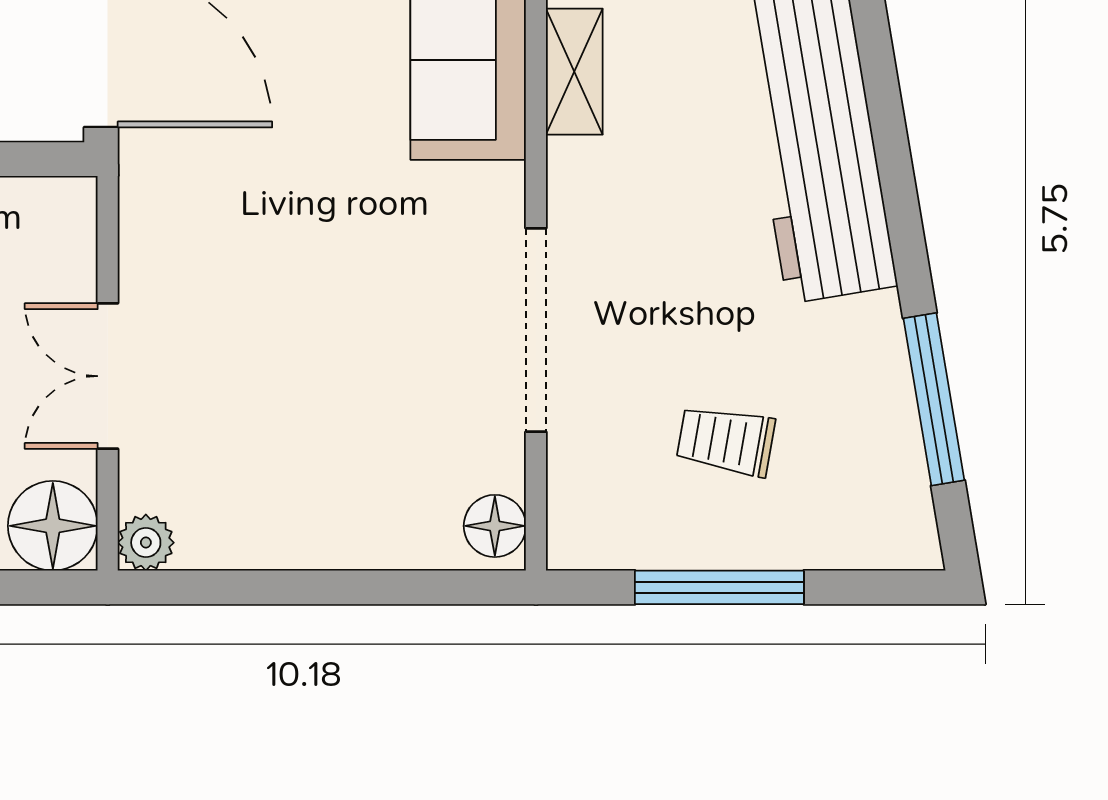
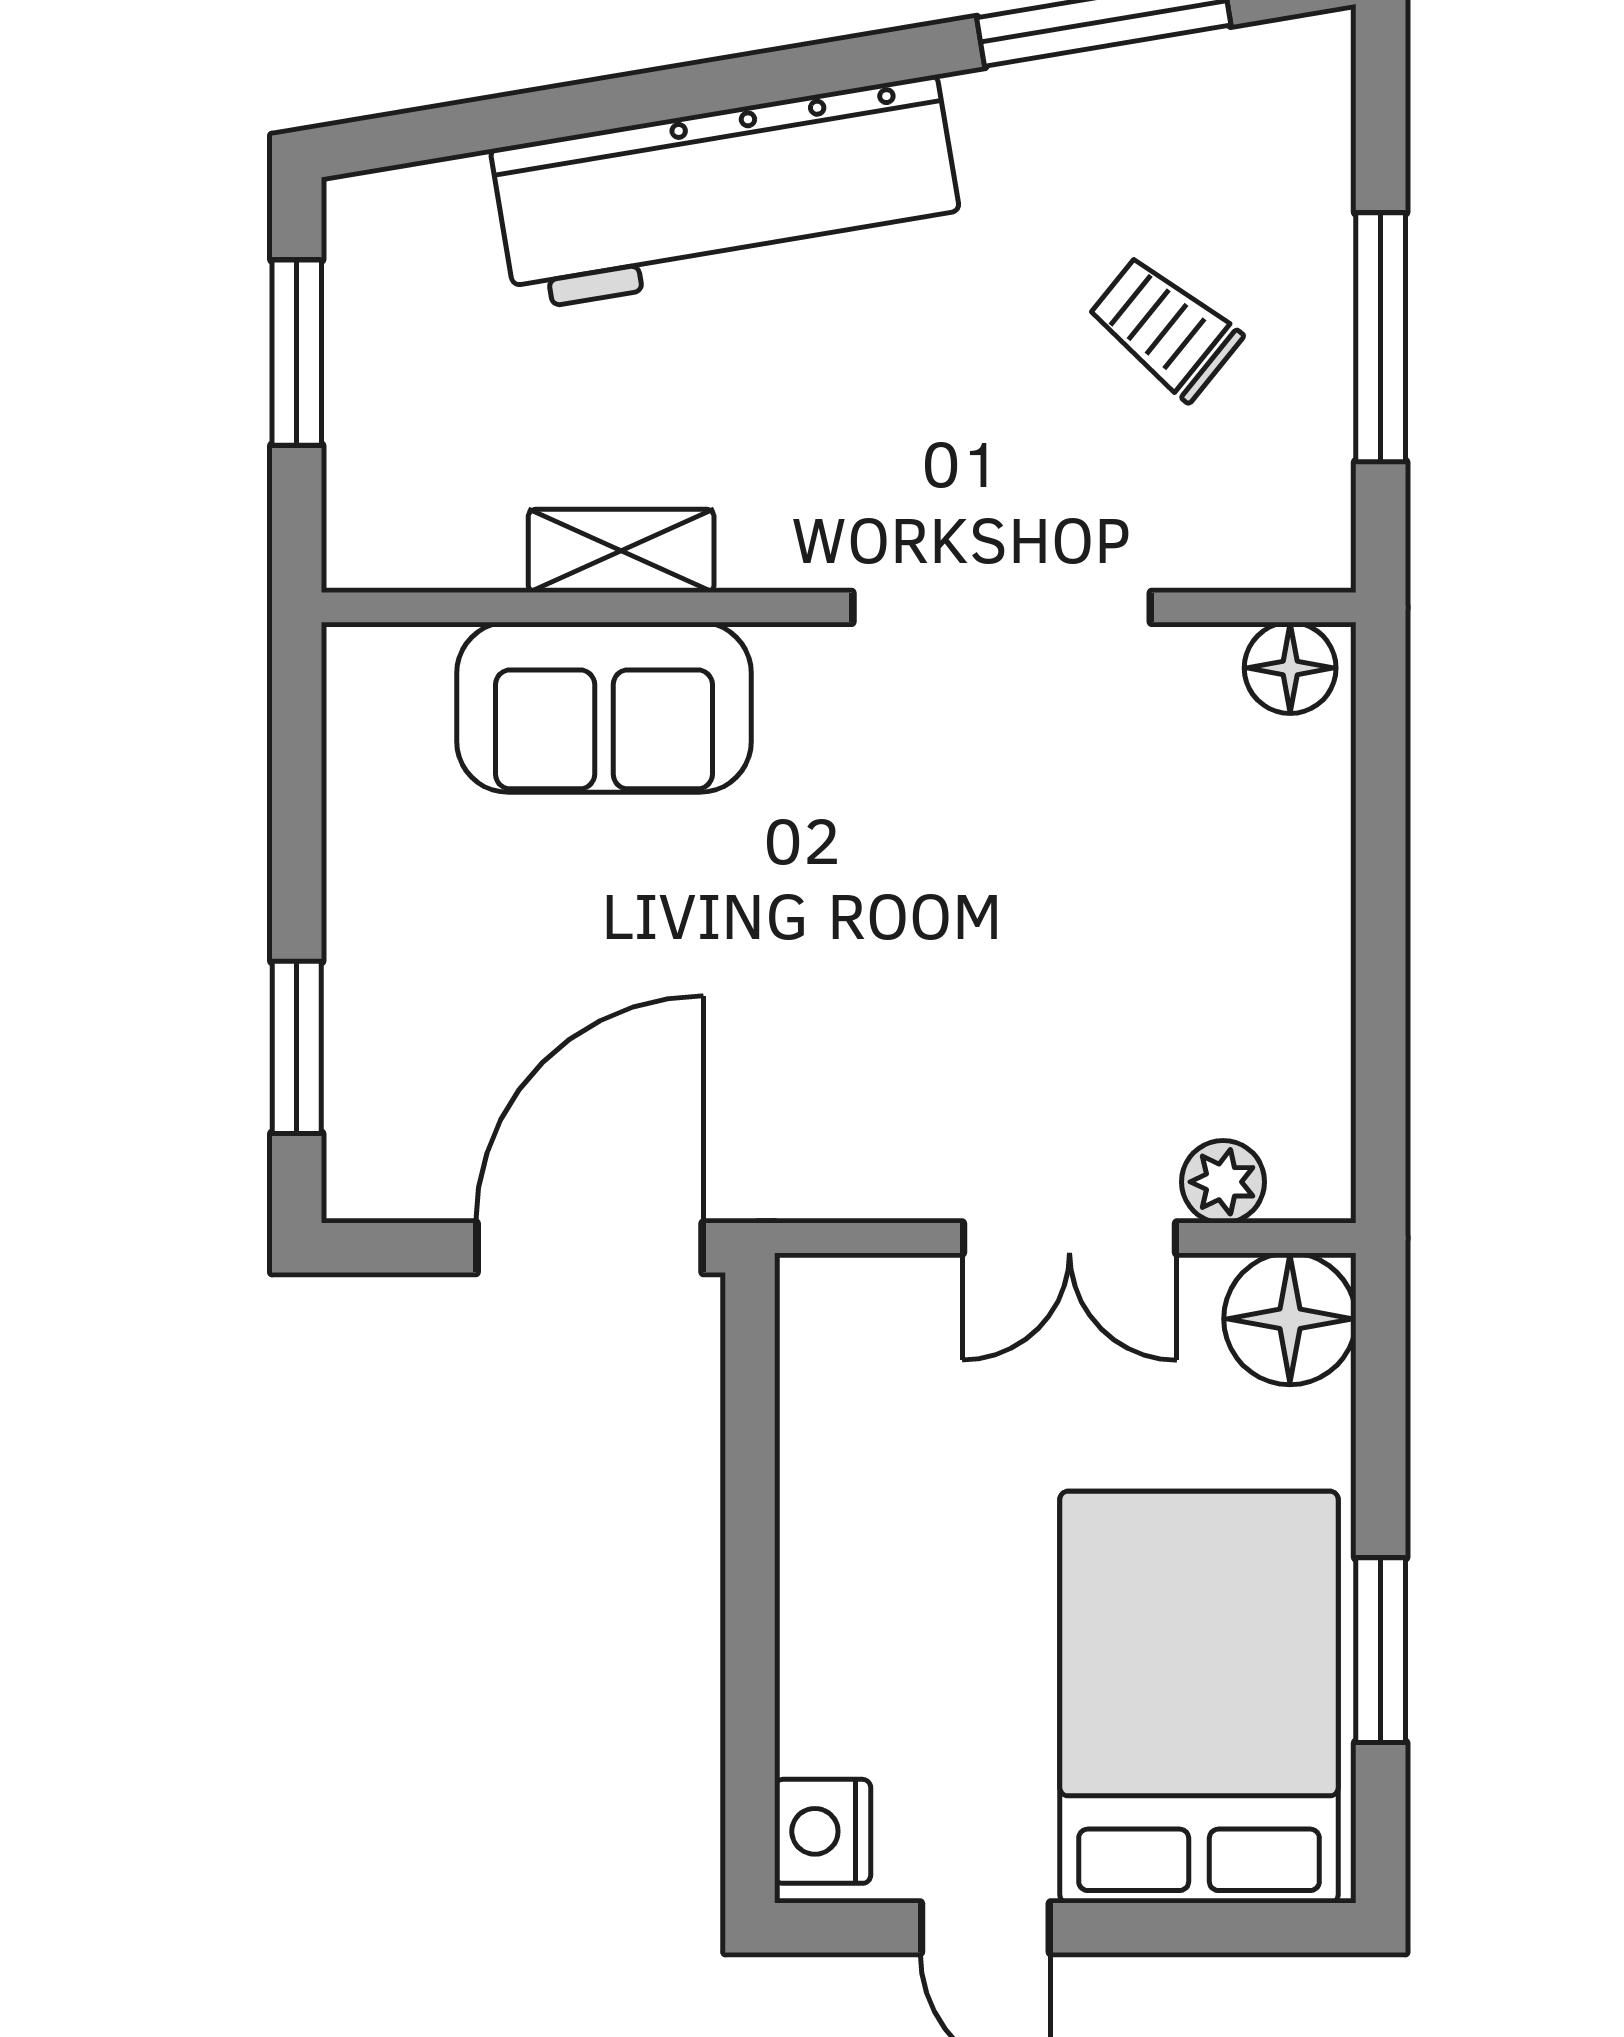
trolley: (726, 441) -> (1165, 328), turned 119
plant: (146, 543) -> (1223, 1182), moved

